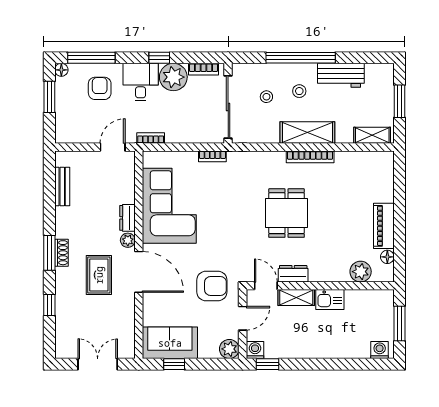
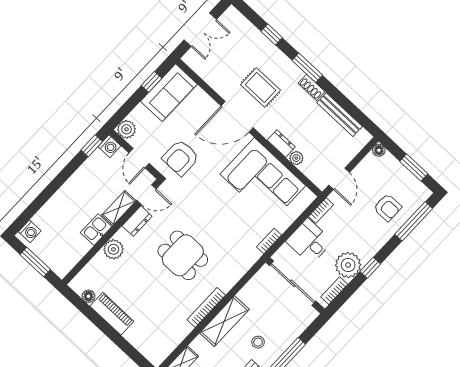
floor lamp: (61, 70) -> (379, 150), moved
desk: (141, 82) -> (309, 241), moved, turned 180
stool: (266, 97) -> (275, 316), removed
bench: (62, 186) -> (340, 115), width x1.36
plant: (128, 240) -> (296, 158), moved
shoe rack: (61, 253) -> (312, 87), moved
plant: (361, 272) -> (113, 249), moved

